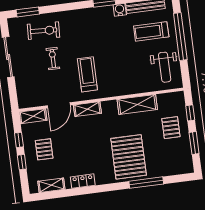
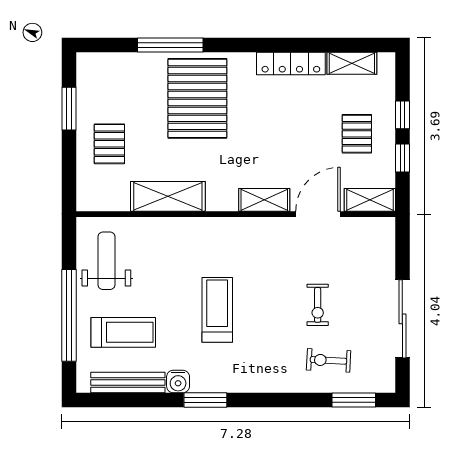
exercise bike: (44, 31) -> (329, 360), width x0.73, depth x0.72
treadmill: (87, 74) -> (217, 310), moved, turned 180
window: (190, 113) -> (69, 167), removed
locker: (83, 181) -> (291, 63), width x1.53

